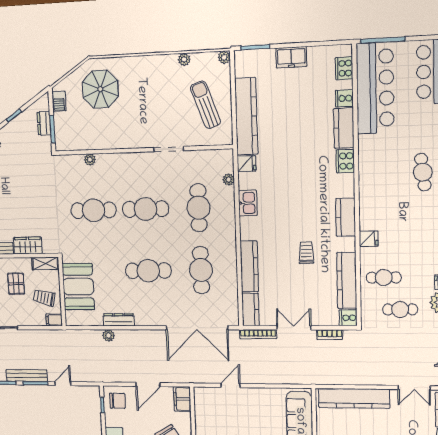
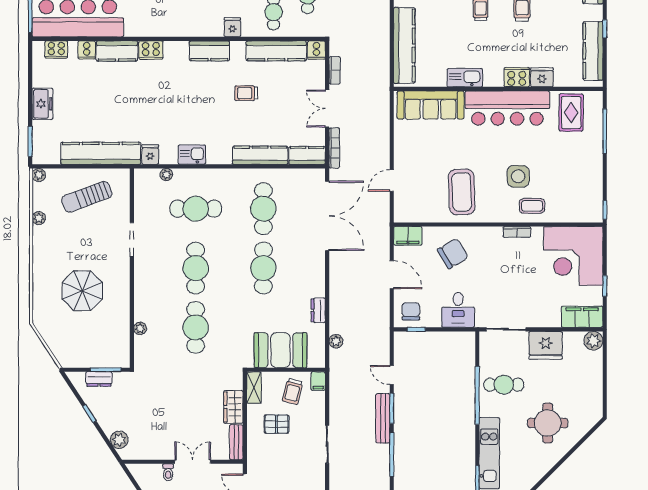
parasol: (100, 89) -> (82, 291), moved
barbecue: (59, 101) -> (76, 360), removed
cafe table: (201, 270) -> (263, 209), turned 90
dresser: (119, 320) -> (318, 310), width x0.70
plant: (109, 335) -> (336, 341), moved
door: (230, 385) -> (392, 180), hinge flipped

